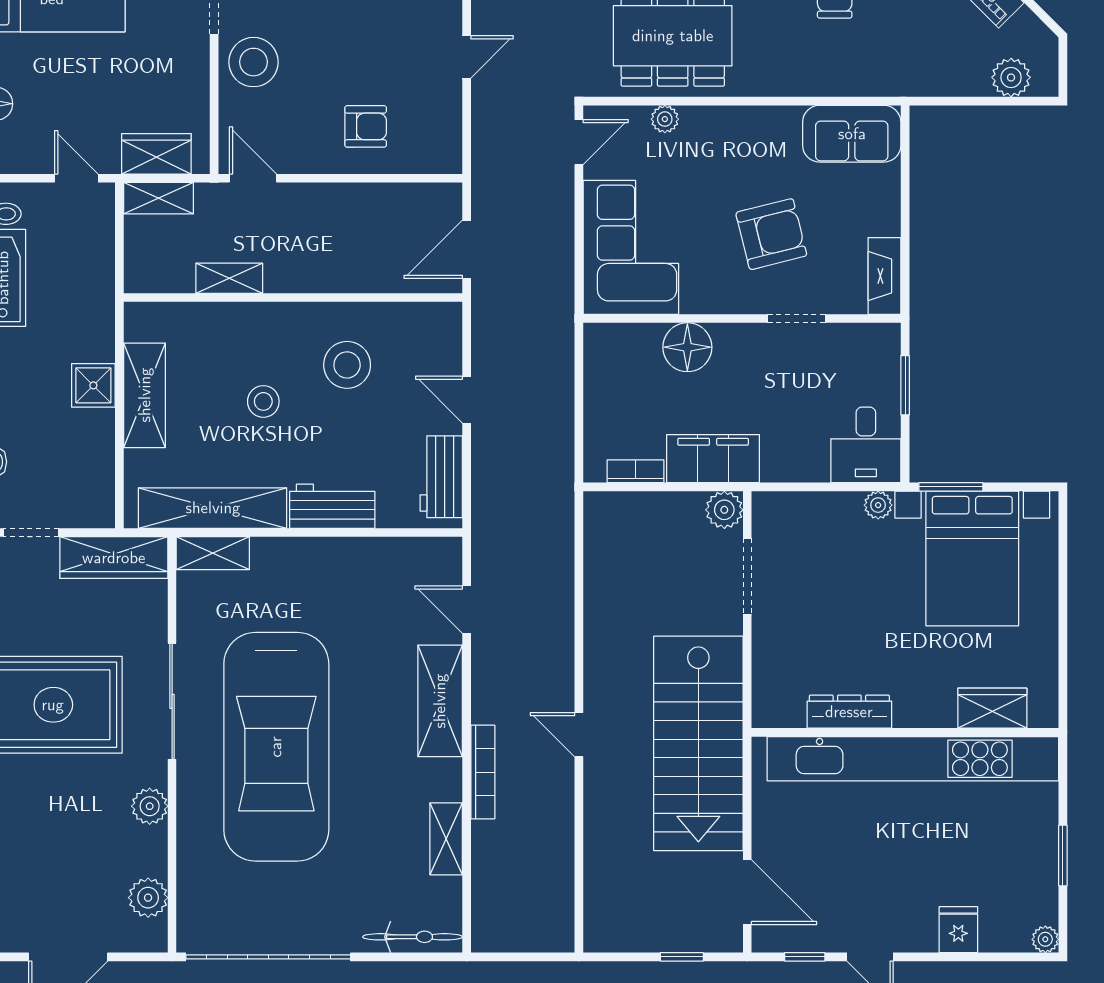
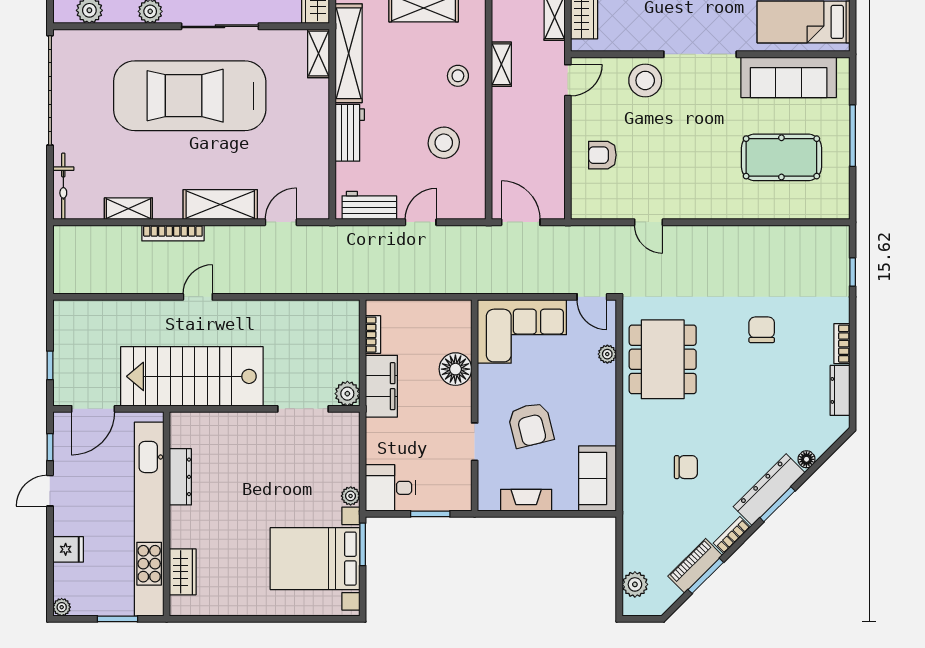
armchair: (366, 126) -> (602, 155), turned 90
fireplace: (884, 276) -> (526, 500), moved
stool: (263, 401) -> (458, 76), moved
wardrobe: (992, 708) -> (183, 572), moved
dresser: (849, 712) -> (180, 477), moved
wall: (905, 732) -> (167, 514), moved
kitchen unit: (913, 759) -> (149, 519), moved

